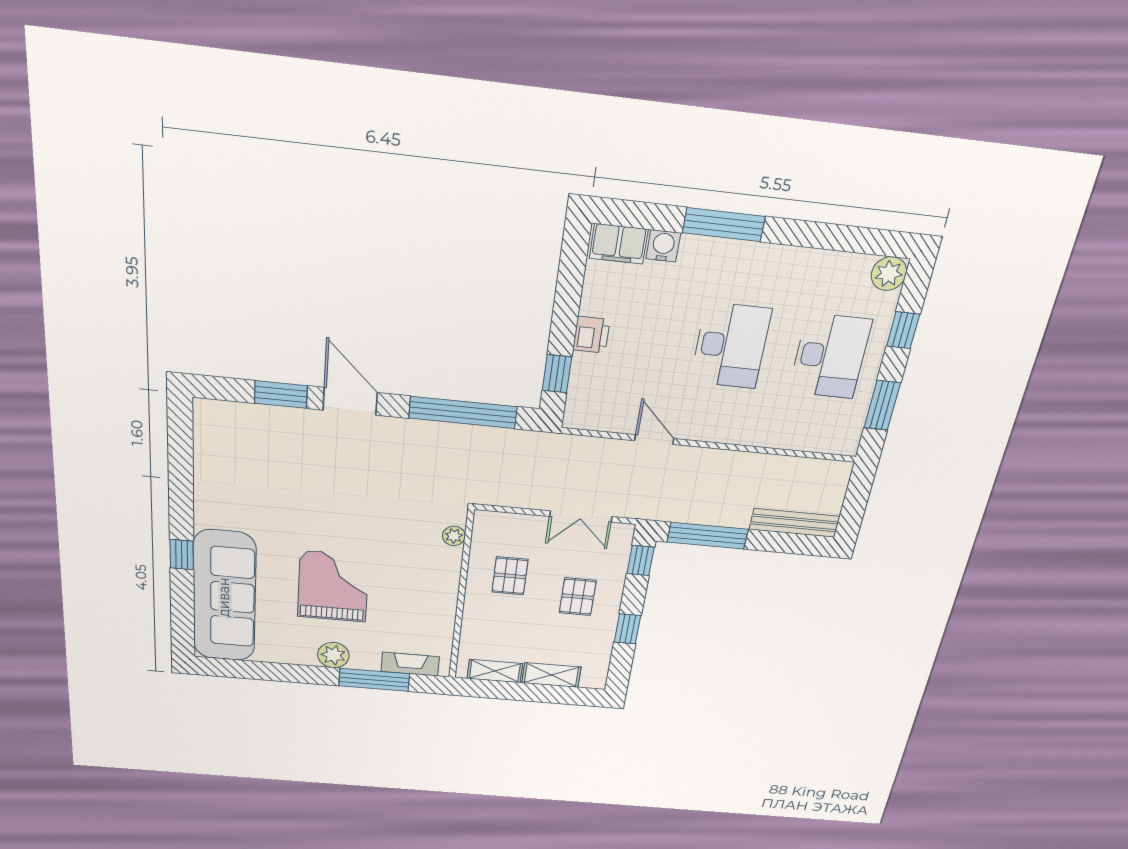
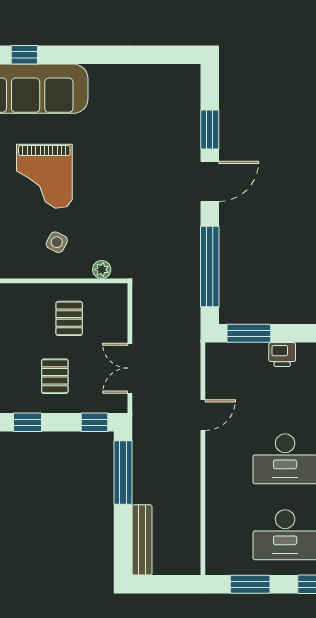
window: (557, 374) -> (249, 333), width x1.50
window: (182, 555) -> (24, 55), moved
pallet: (510, 576) -> (69, 318), turned 90
side table: (415, 581) -> (57, 242), added
grand piano: (333, 586) -> (44, 176), turned 90
pallet: (578, 597) -> (55, 376), turned 90

